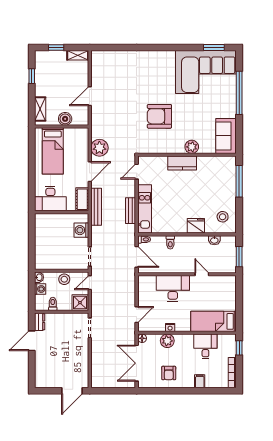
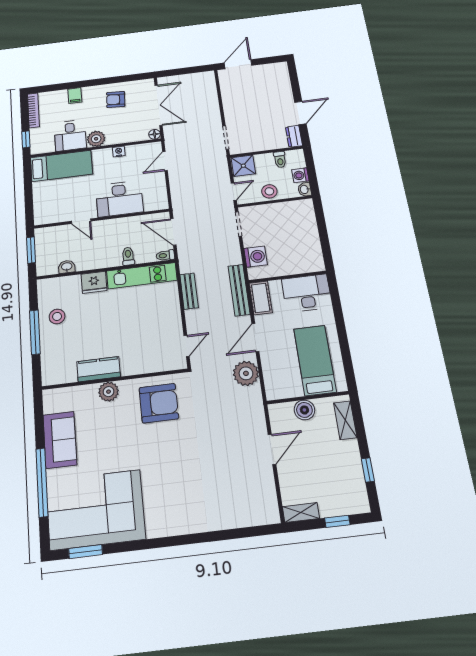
armchair: (159, 116) -> (159, 403), moved
sofa: (226, 136) -> (60, 440), moved
kitchen counter: (182, 163) -> (99, 369), moved
window: (239, 181) -> (35, 332), moved
kitchen unit: (145, 209) -> (142, 276), moved, turned -90
stool: (223, 217) -> (57, 316), moved
plant: (167, 341) -> (96, 139), moved
armchair: (169, 373) -> (116, 99), turned -86

